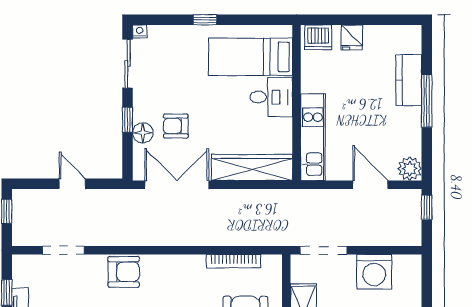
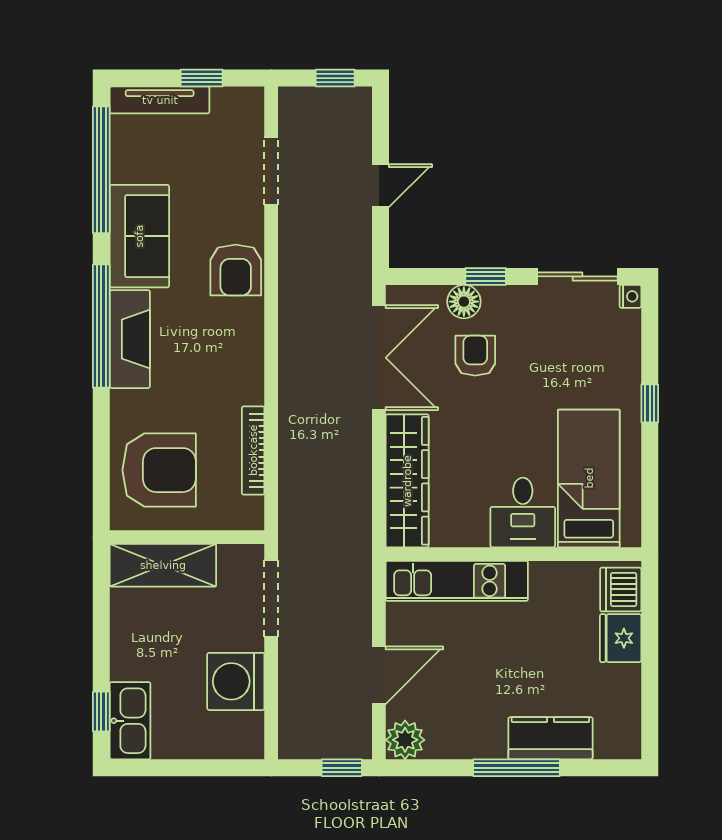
fridge: (352, 37) -> (621, 638), width x1.38

